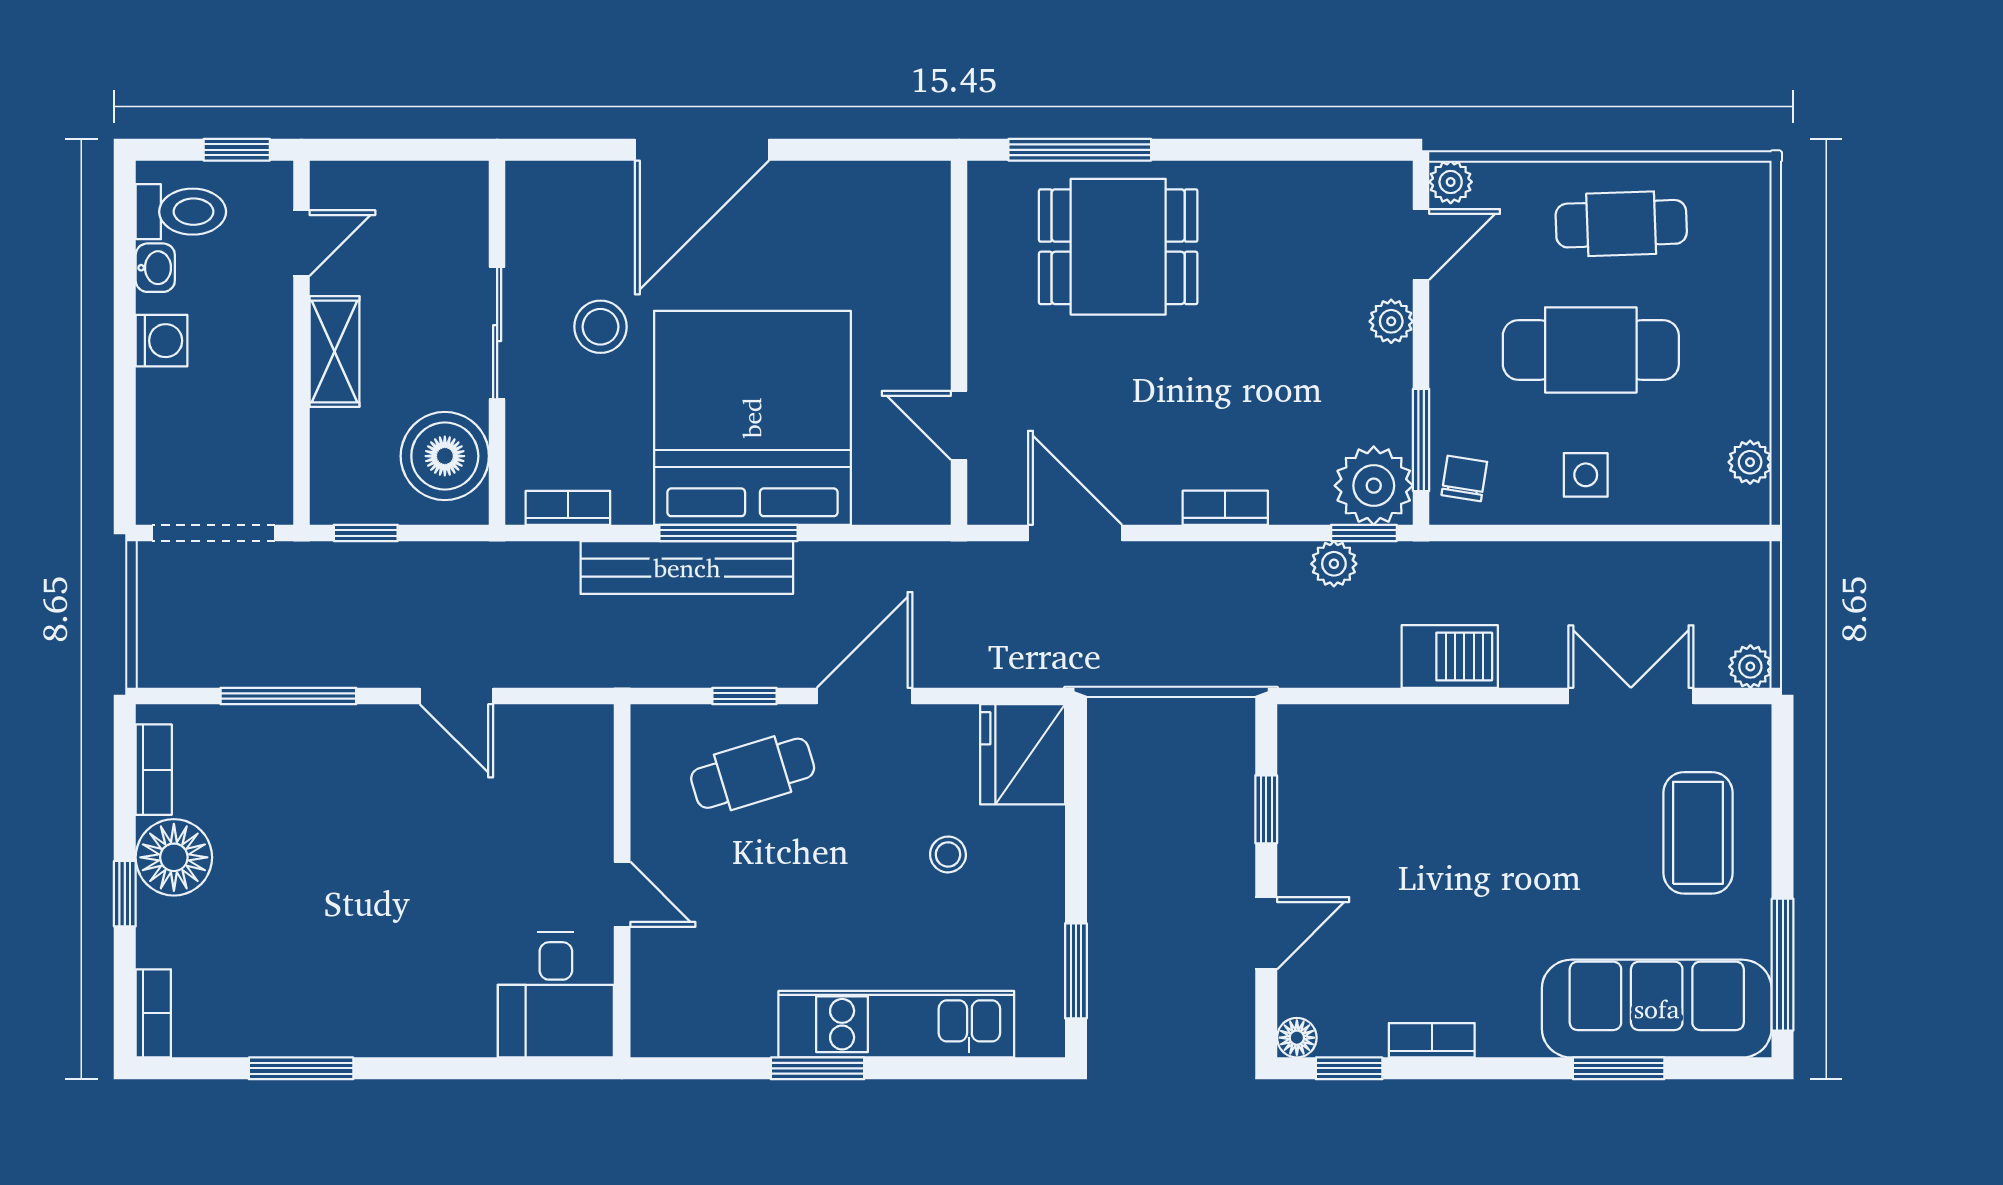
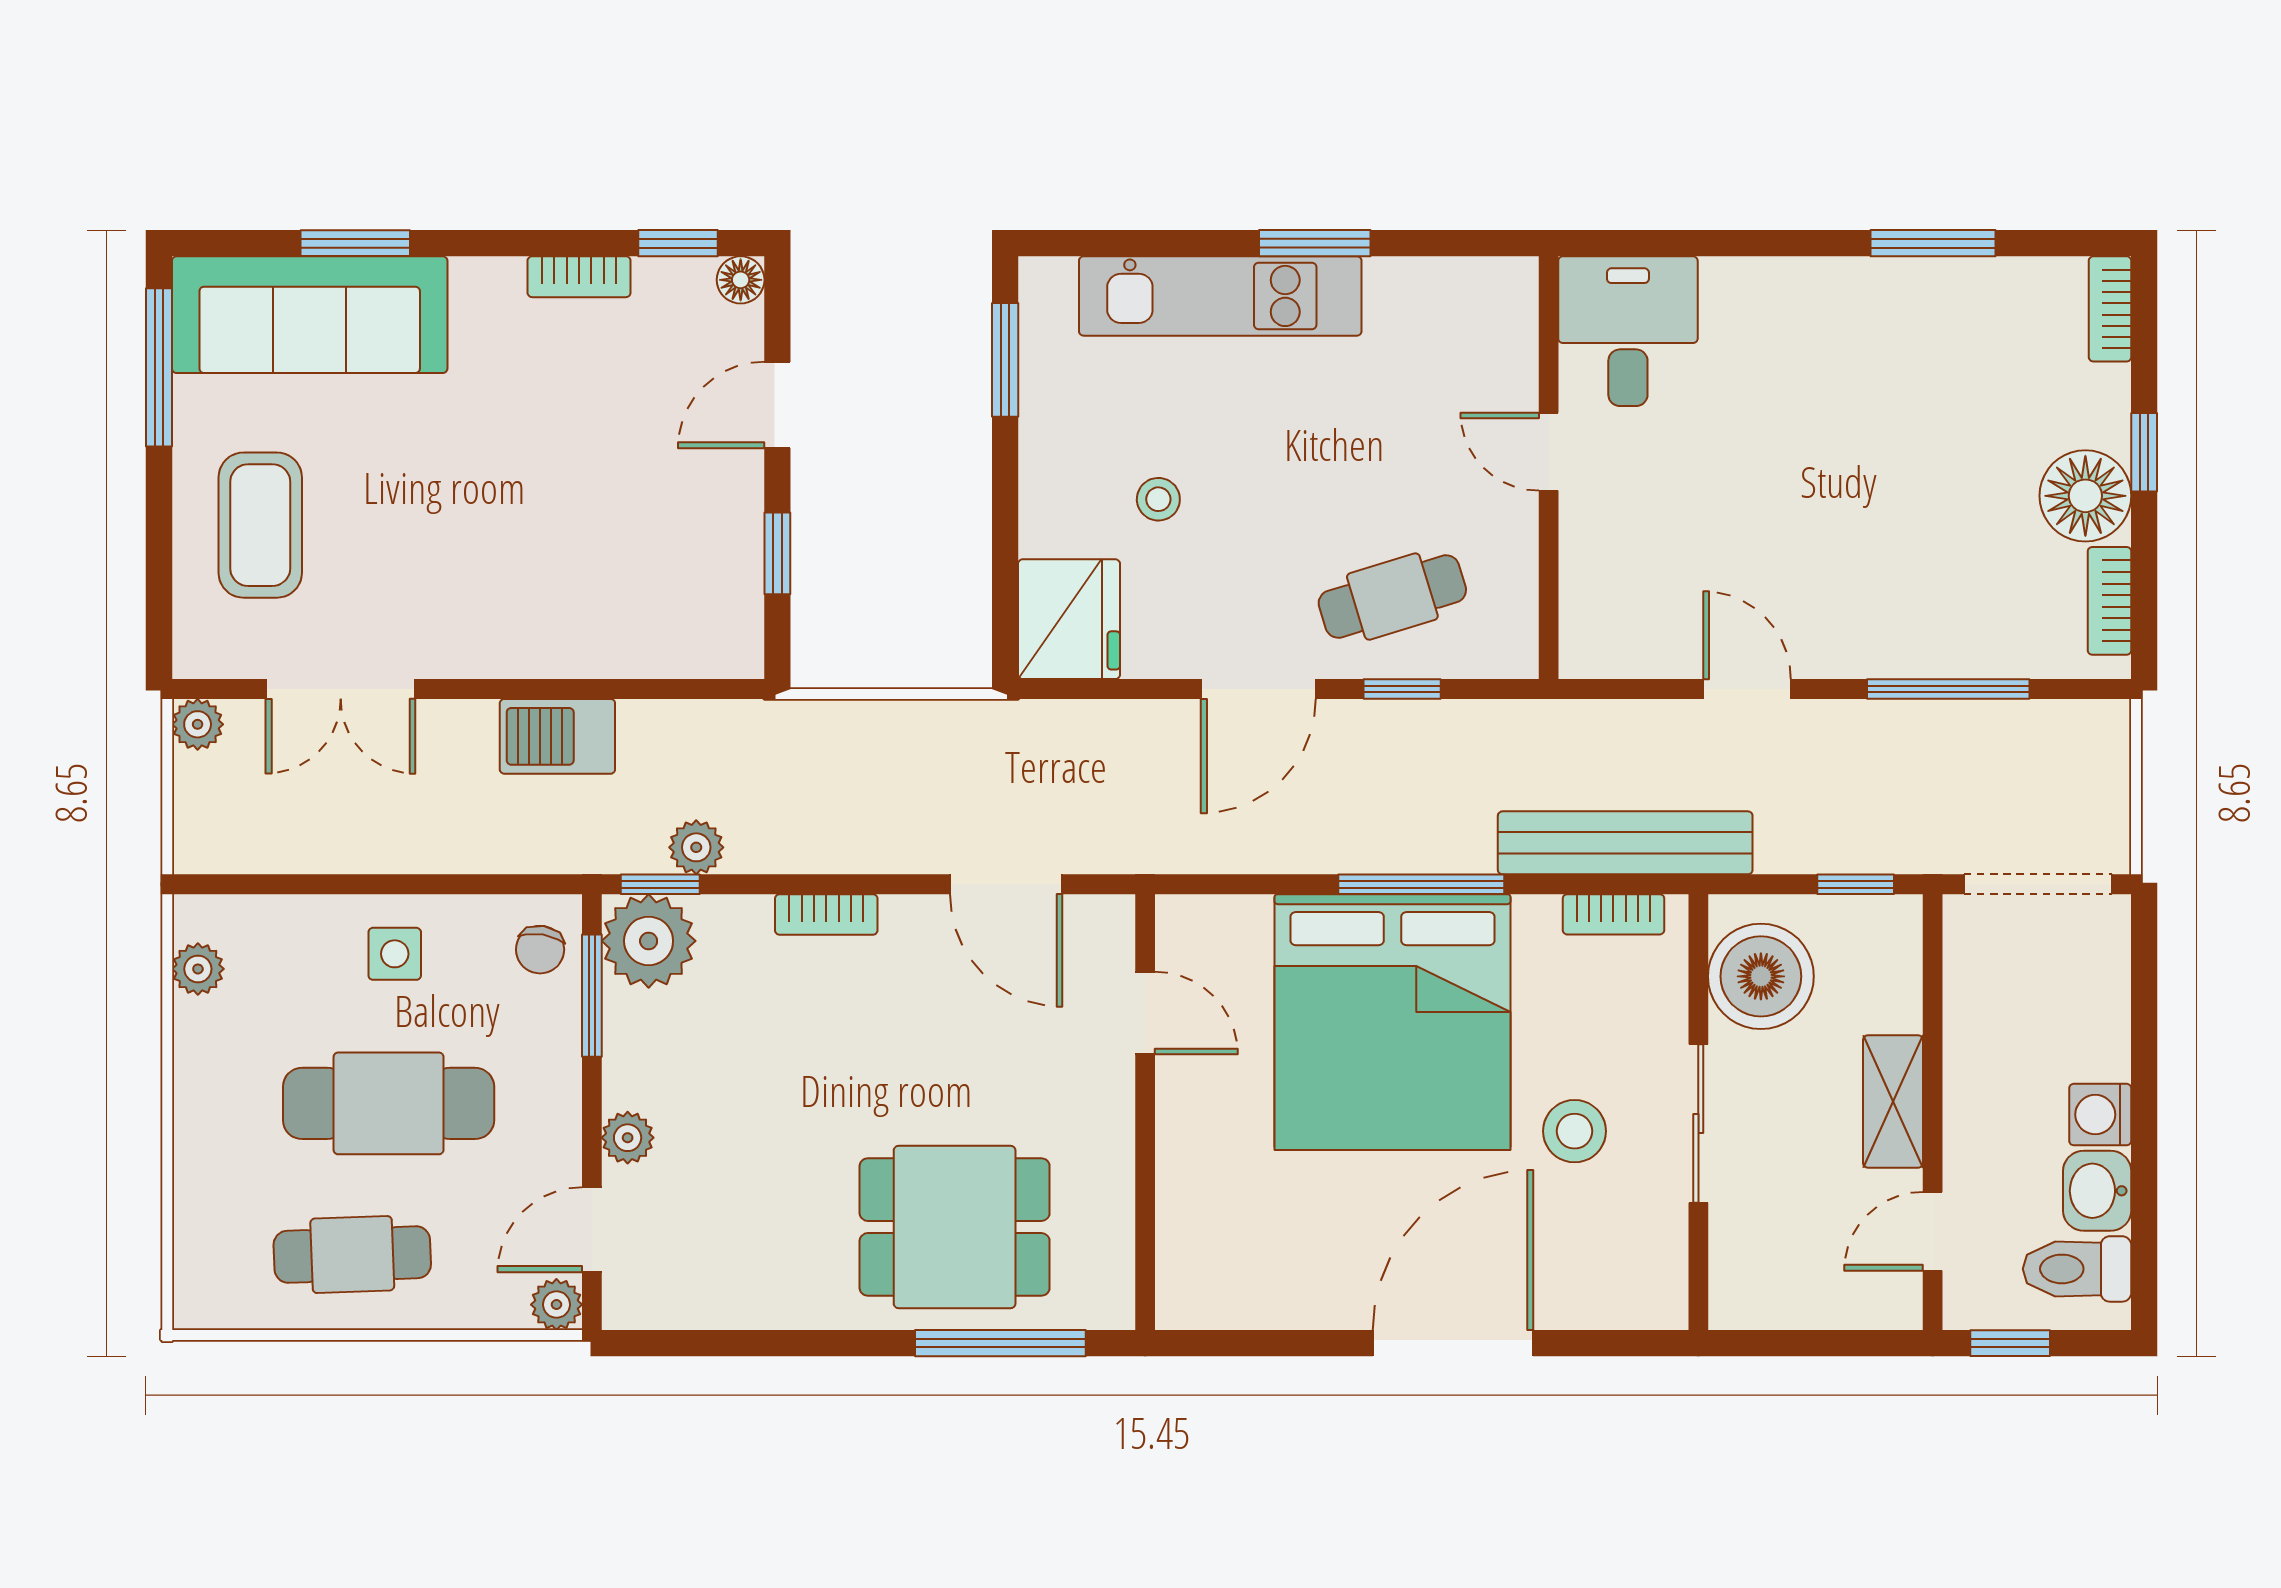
washbasin: (155, 268) -> (2097, 1191), width x1.38, depth x1.45
bench: (687, 568) -> (1625, 843), moved

